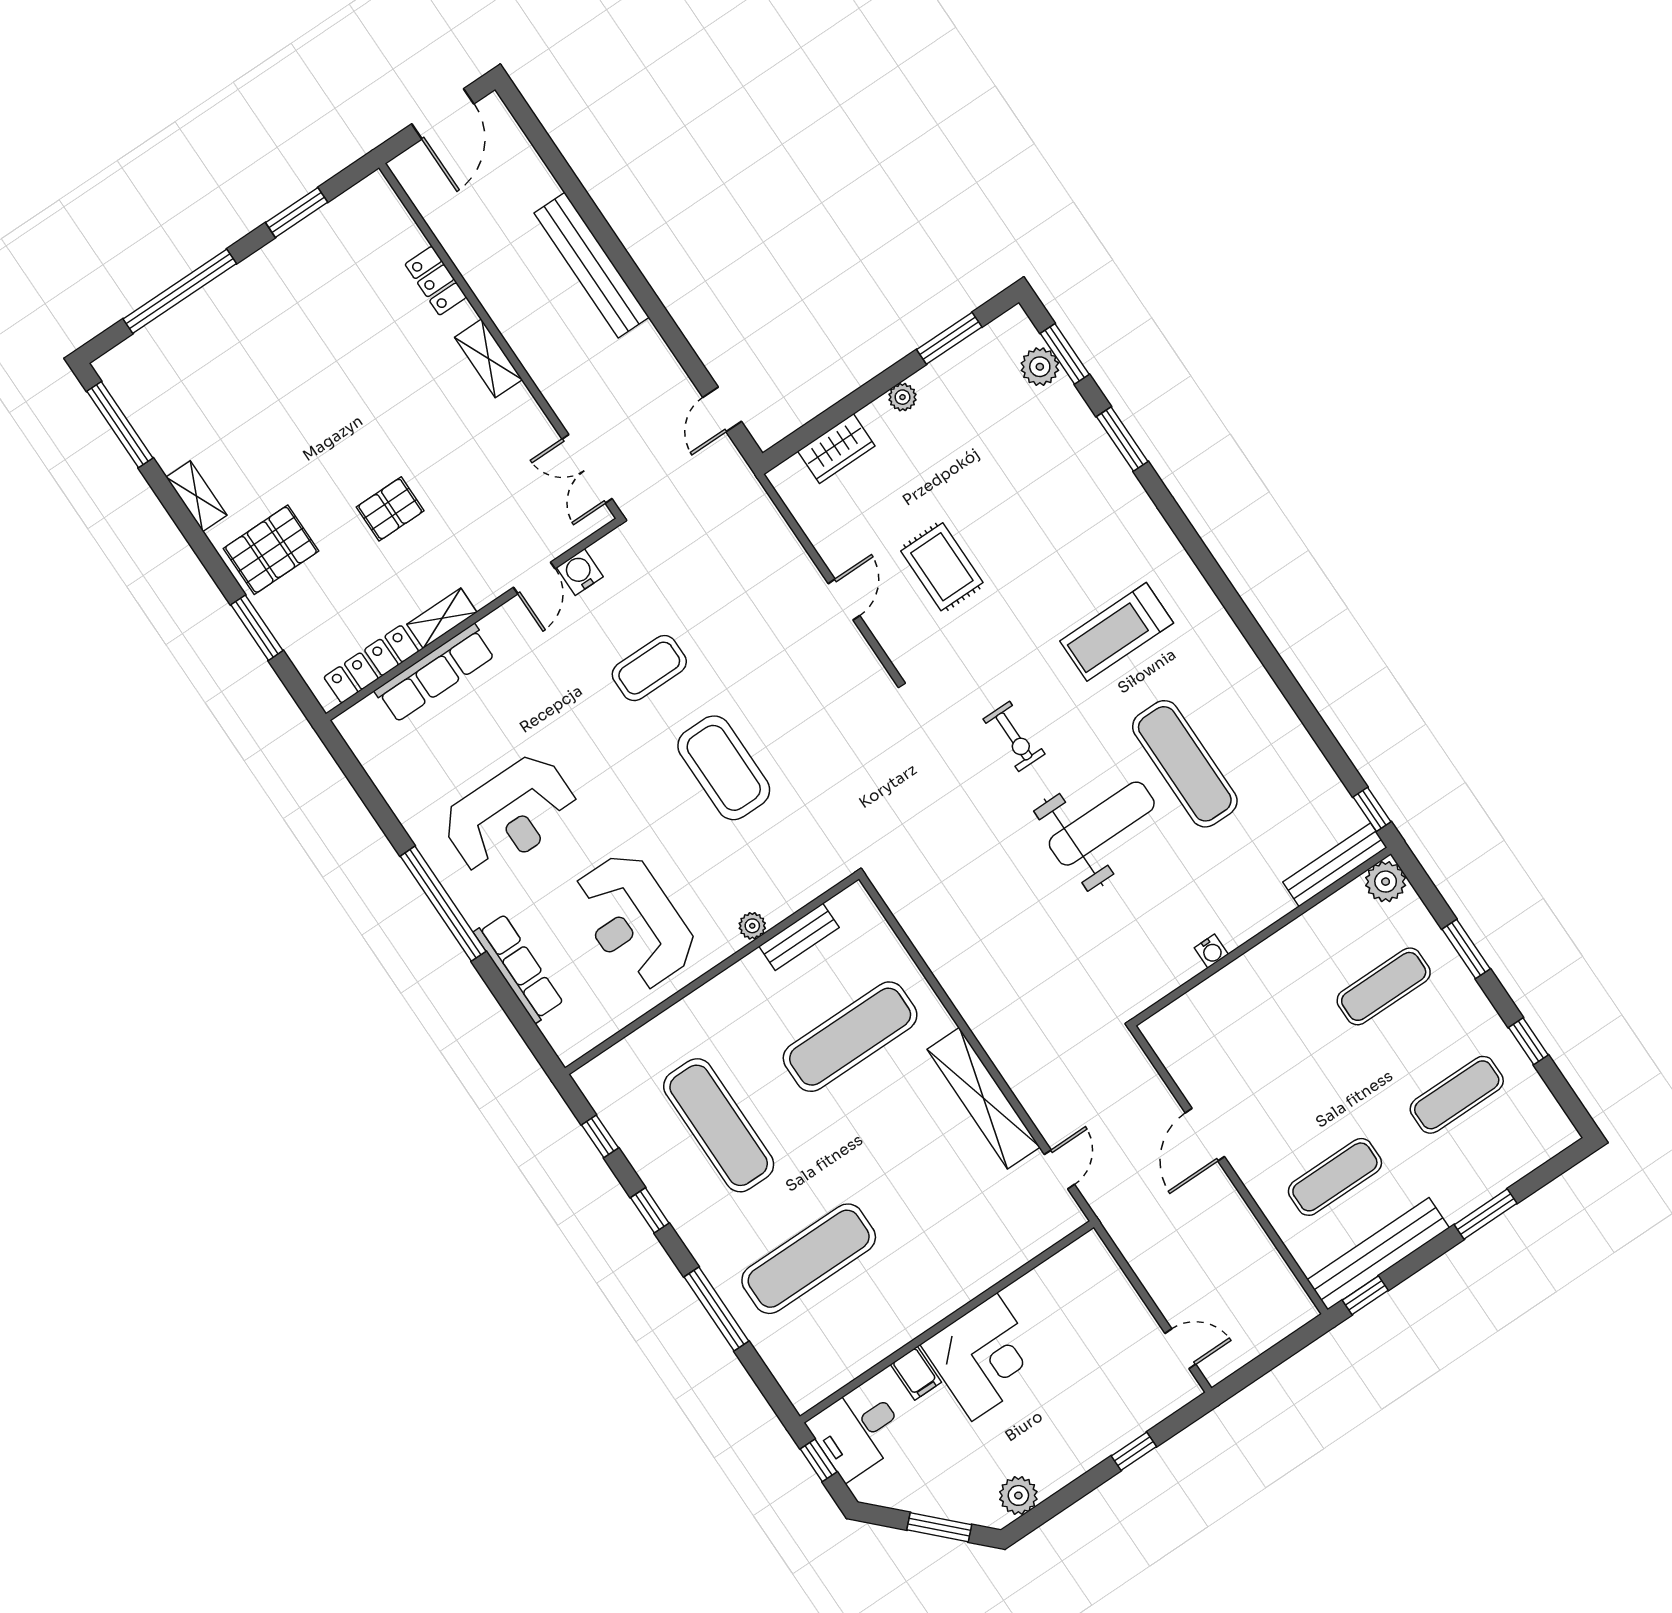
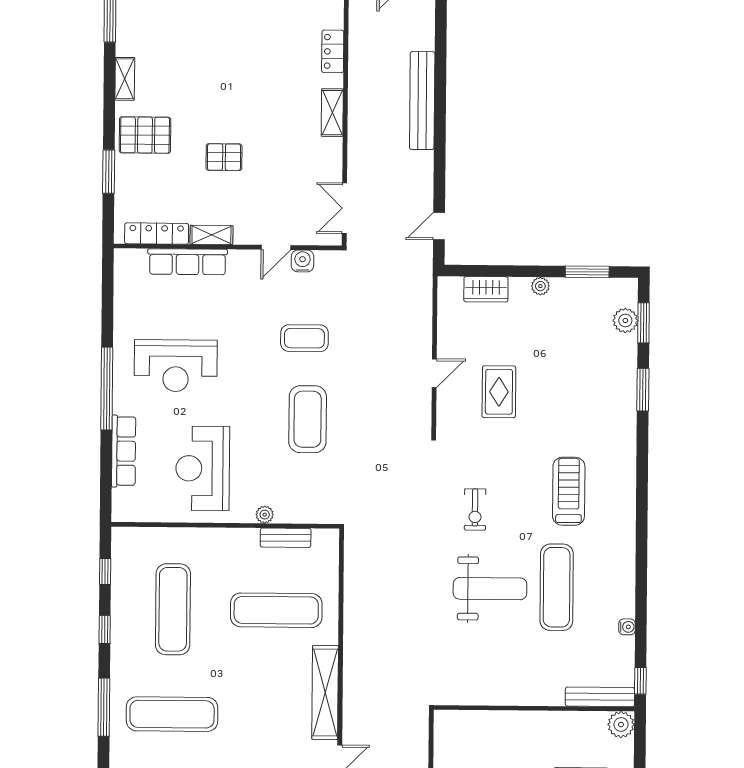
treadmill: (1117, 632) -> (569, 491), turned 90
water cooler: (1211, 951) -> (627, 627), moved, turned -90

